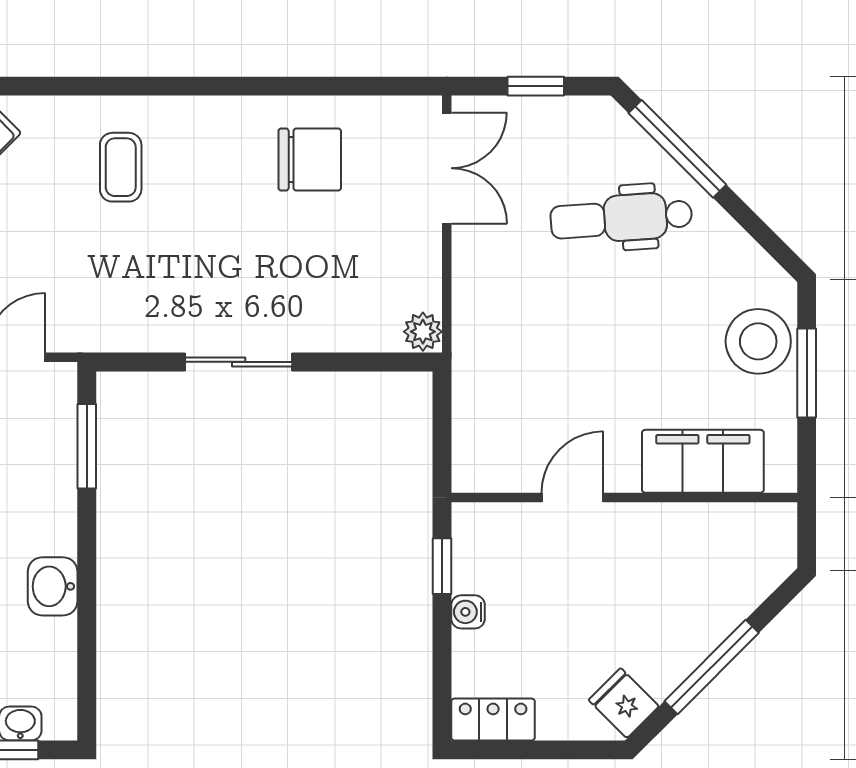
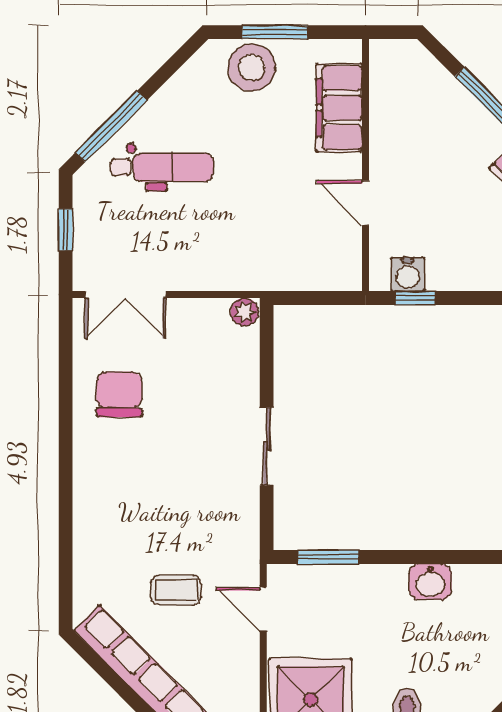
coffee table: (121, 167) -> (176, 590), moved
double door: (447, 168) -> (125, 295), swing flipped
dental chair: (621, 218) -> (162, 167), turned -86
water cooler: (468, 612) -> (408, 274), moved, width x1.38, depth x1.38

